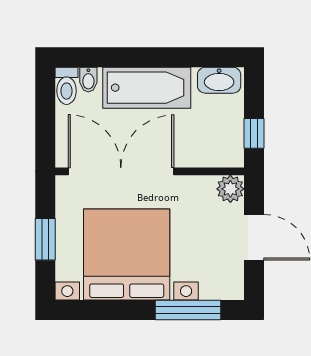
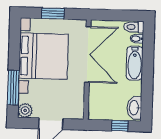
bathtub: (147, 88) -> (135, 63), width x0.73, depth x0.73
window: (254, 133) -> (120, 126), moved
plant: (230, 189) -> (25, 110), moved

